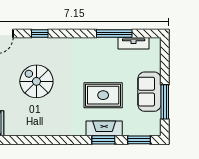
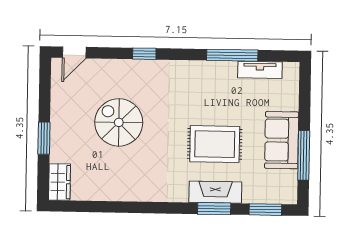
window: (40, 34) -> (144, 54), moved

